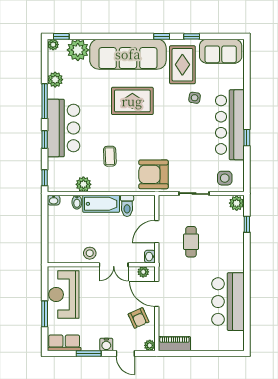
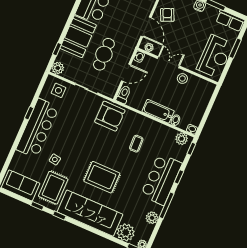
plant: (83, 184) -> (182, 139), moved
toilet: (127, 206) -> (124, 94), moved
cafe table: (191, 242) -> (104, 54), width x1.37, depth x1.35
booth: (229, 249) -> (78, 37), added

